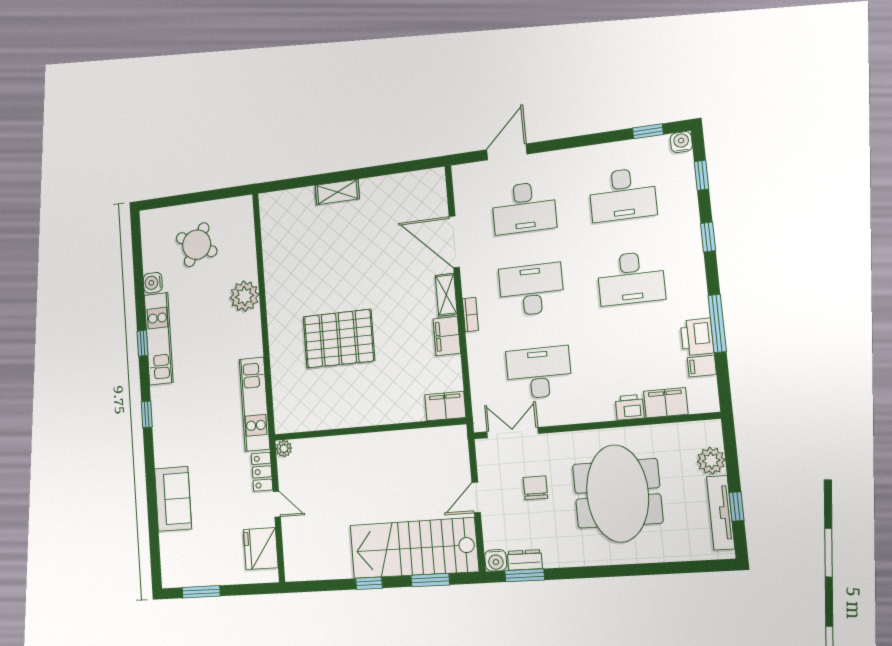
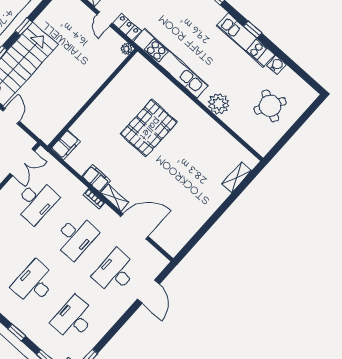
shelving: (337, 192) -> (237, 177), moved
kitchen unit: (255, 404) -> (171, 63), width x1.36
door: (277, 504) -> (104, 19), hinge flipped

